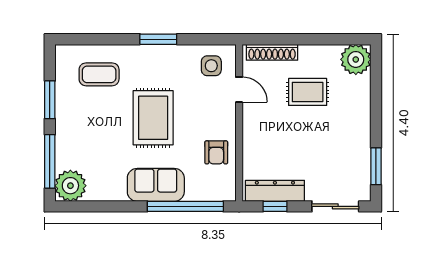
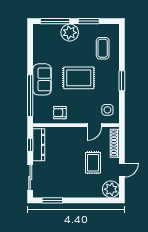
door: (321, 39) -> (122, 170), added
plant: (70, 186) -> (70, 33), moved

